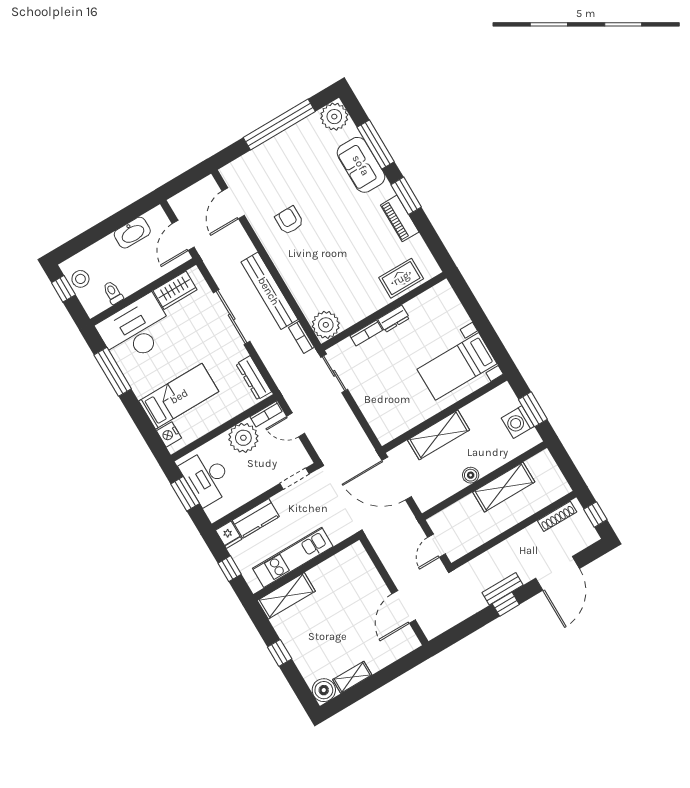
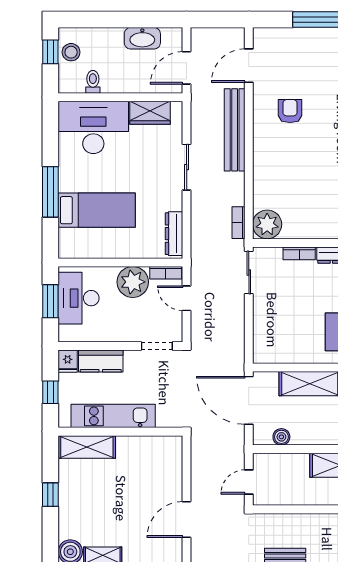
bench: (269, 291) -> (235, 130), moved
sliding door: (232, 317) -> (187, 167), width x0.73
window: (113, 372) -> (50, 192), moved
nightstand: (169, 434) -> (68, 239), removed
boiler: (471, 475) -> (281, 437), moved

